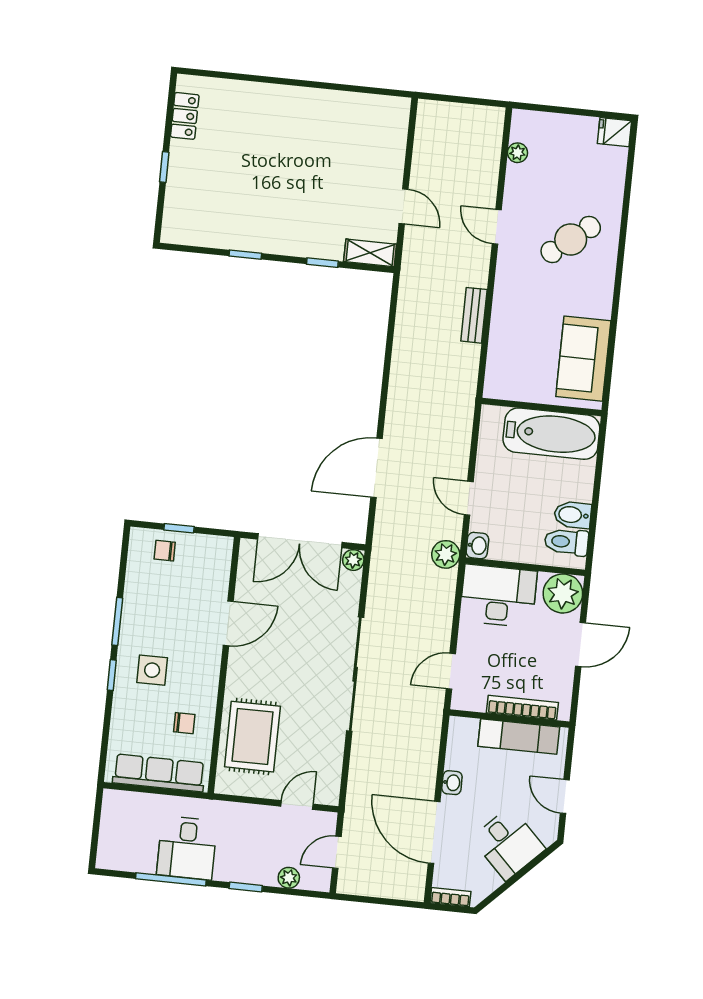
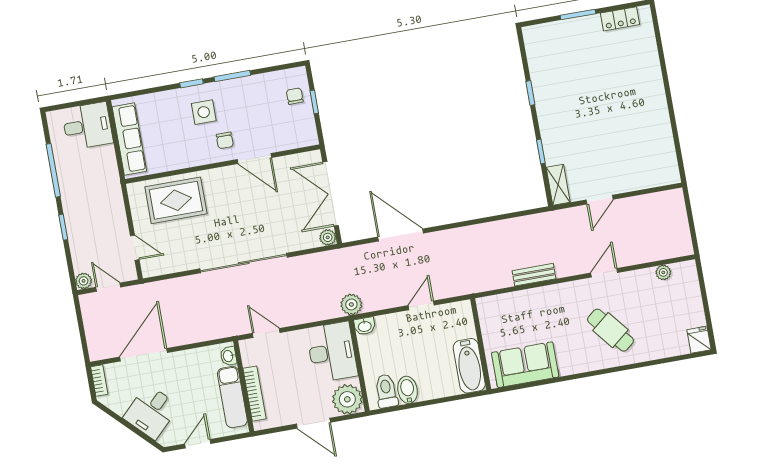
window: (164, 167) -> (578, 15), width x1.50
bathtub: (551, 434) -> (469, 366), width x0.73, depth x0.73
door: (469, 498) -> (421, 305), moved
chair: (184, 723) -> (225, 140), moved
washbasin: (452, 783) -> (228, 356), moved, turned 90
desk: (187, 848) -> (87, 126), moved, turned 180
plant: (289, 878) -> (84, 281), moved

